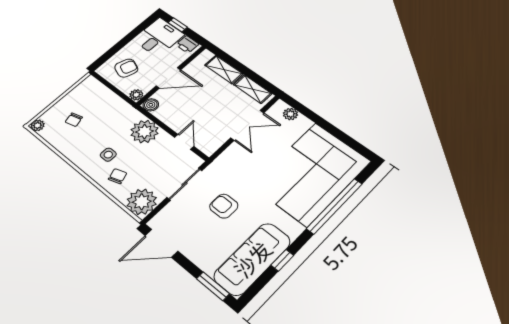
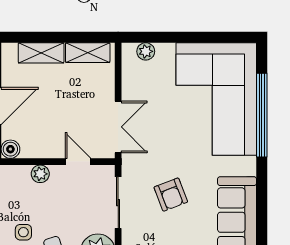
double door: (247, 125) -> (118, 127), moved
plant: (145, 132) -> (40, 174), width x0.53, depth x0.53
armchair: (224, 206) -> (171, 195), turned -111
window: (282, 260) -> (262, 203), removed

